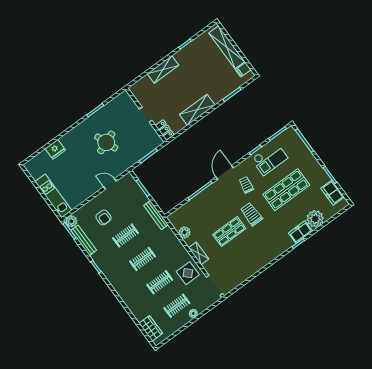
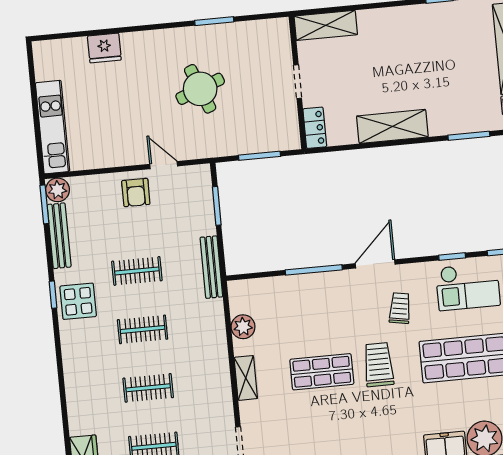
shelving: (163, 69) -> (326, 25), moved
armchair: (104, 217) -> (136, 192), moved
display table: (188, 273) -> (78, 301), moved

